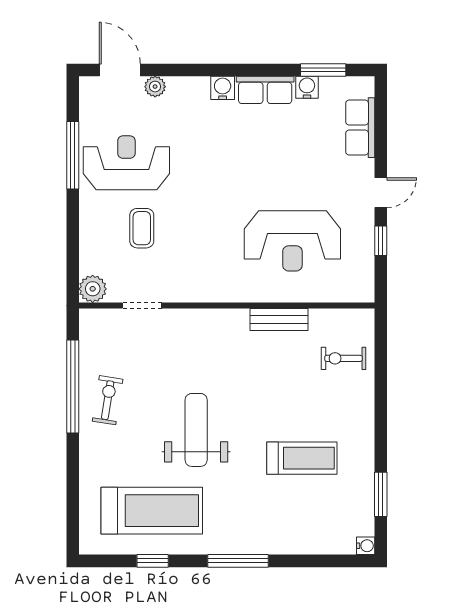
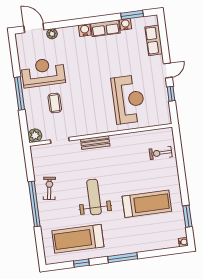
window: (73, 155) -> (20, 93), moved
reception desk: (292, 241) -> (128, 99), turned -90
bench: (279, 320) -> (95, 143), moved
window: (73, 386) -> (34, 204), moved
treadmill: (302, 458) -> (147, 204), width x1.37, depth x1.38
treadmill: (152, 511) -> (78, 239), turned 180

